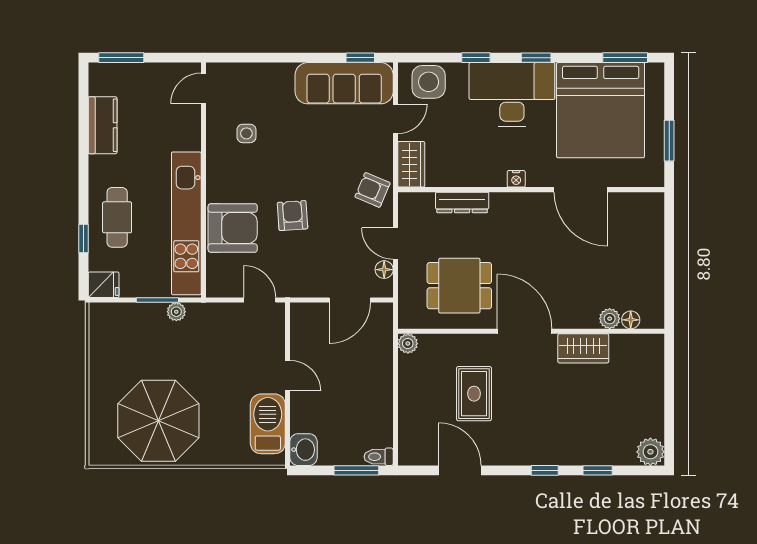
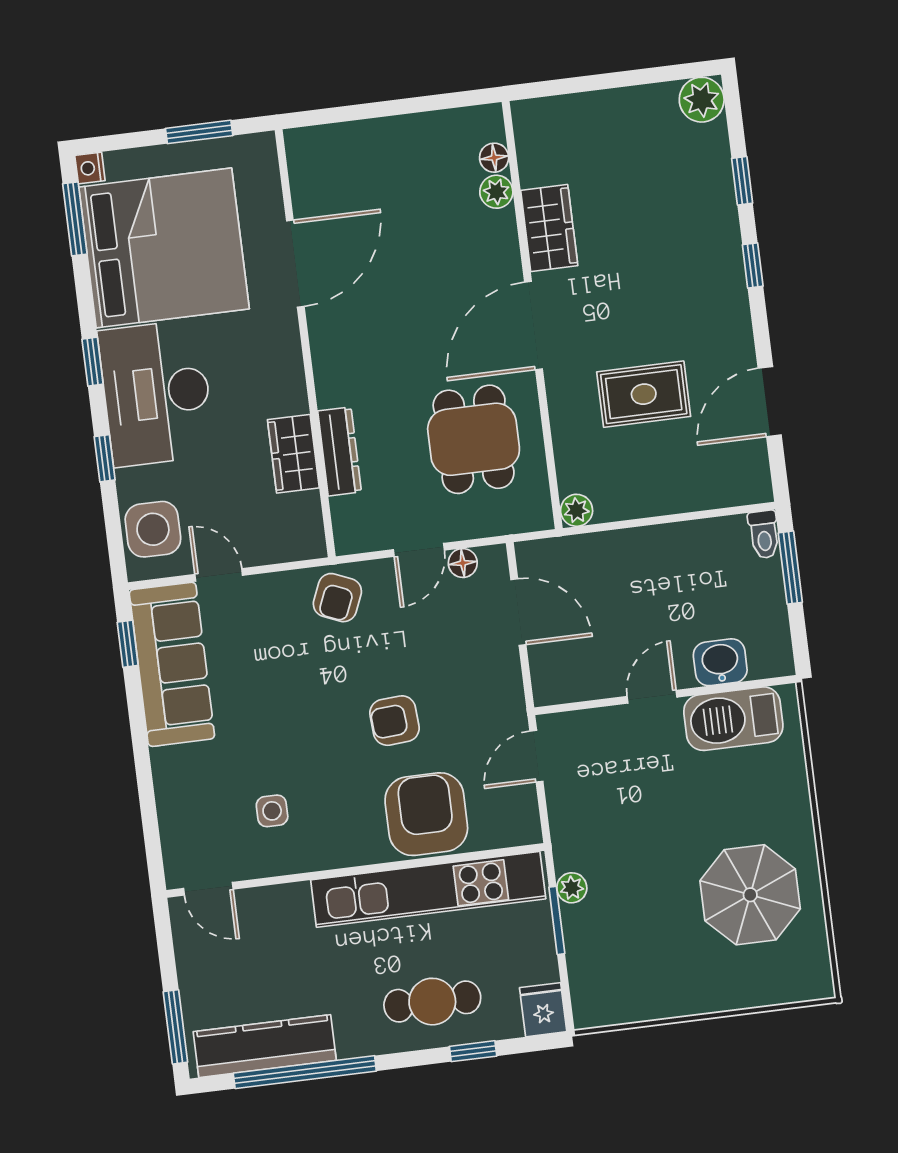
kitchen counter: (103, 125) -> (265, 1046), width x1.50
window: (83, 134) -> (305, 1072), added
wardrobe: (411, 164) -> (293, 454), moved, turned -90
nightstand: (516, 179) -> (90, 168), moved, turned 180
parasol: (158, 421) -> (750, 895), width x0.73, depth x0.73
washbasin: (303, 450) -> (720, 662), moved

